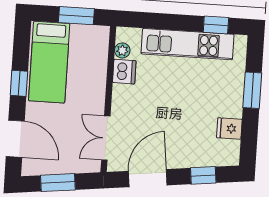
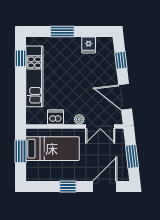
plant: (122, 50) -> (79, 119), moved
bed: (49, 62) -> (52, 149), moved

